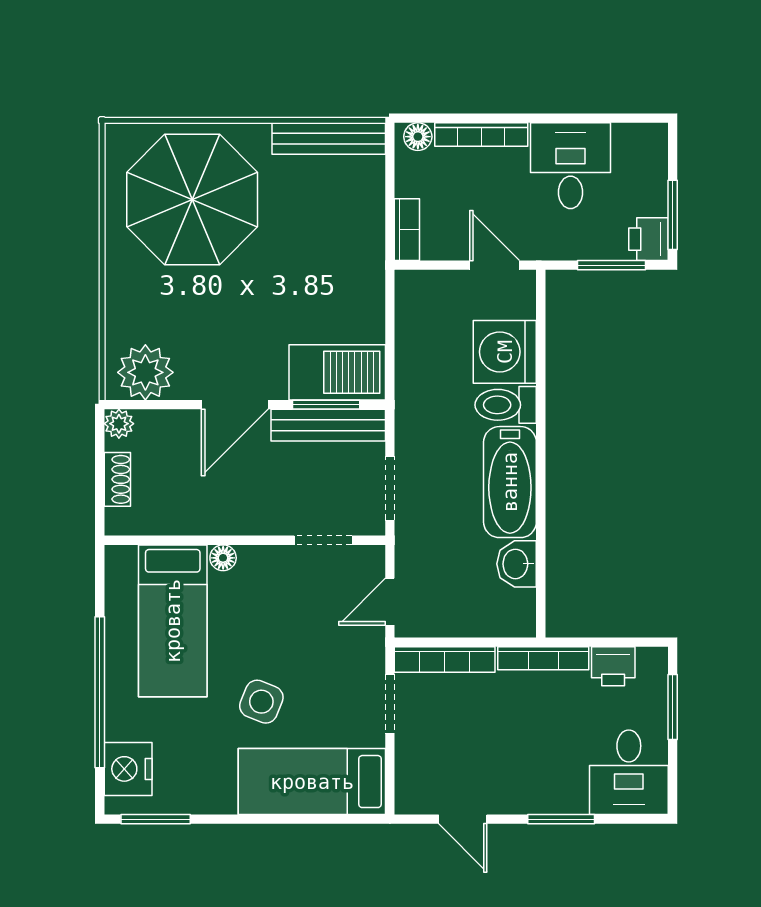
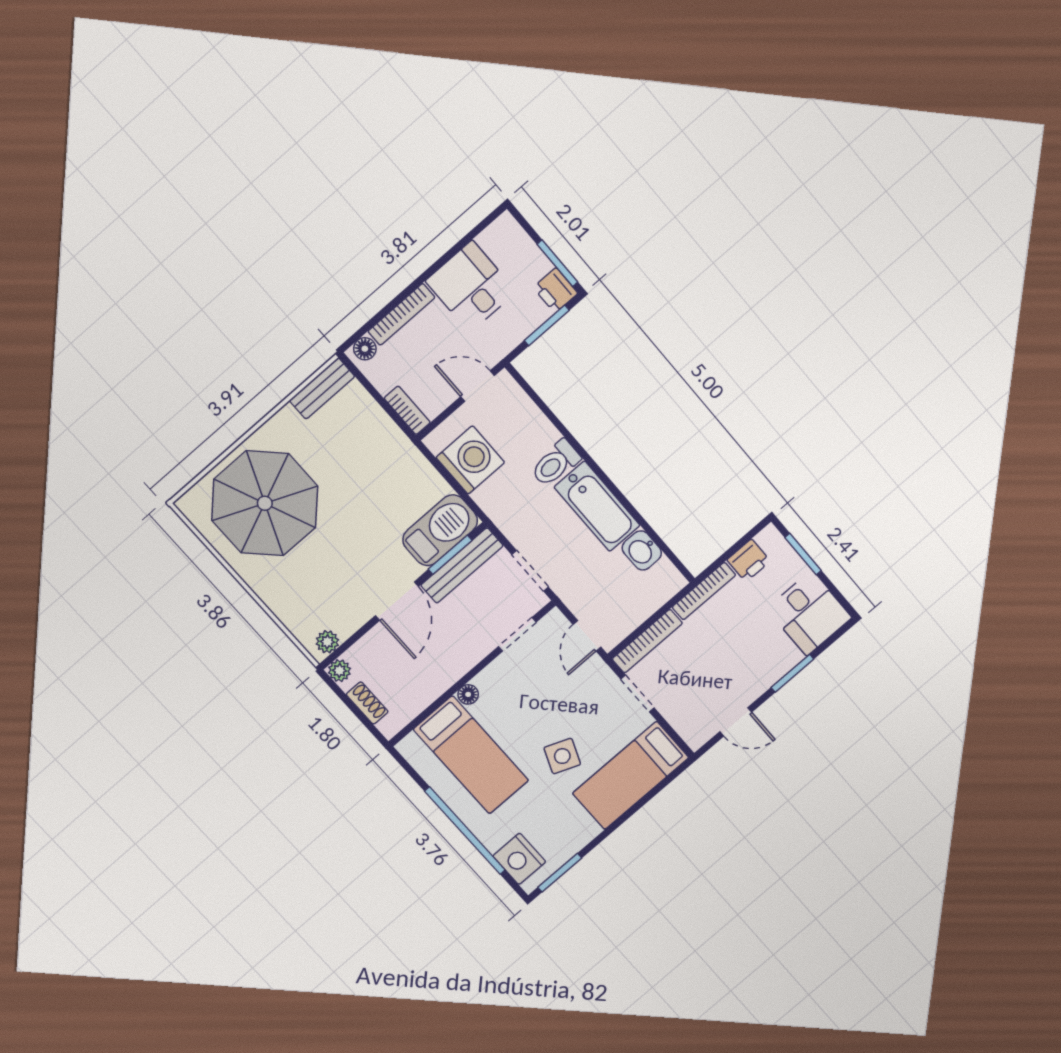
bench: (329, 139) -> (322, 388), width x0.73
washing machine: (505, 352) -> (470, 460), moved, turned 180
plant: (145, 372) -> (327, 642), width x0.53, depth x0.53

